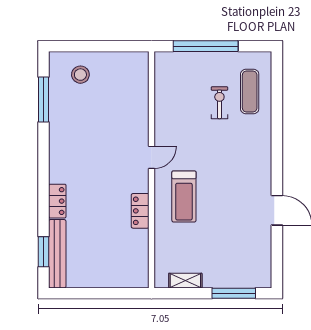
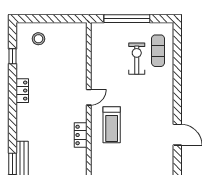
window: (44, 99) -> (12, 56), width x0.46
exercise bike: (219, 103) -> (137, 59), width x1.38, depth x1.39
locker: (57, 201) -> (22, 91), moved

